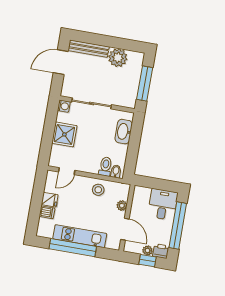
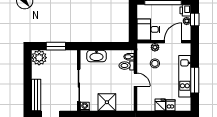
plant: (118, 58) -> (39, 58), moved
window: (145, 84) -> (56, 46), width x0.69
door: (67, 171) -> (135, 80), moved
stool: (98, 190) -> (155, 63), moved
desk: (163, 204) -> (148, 29), moved
window: (73, 248) -> (195, 80), width x0.68

